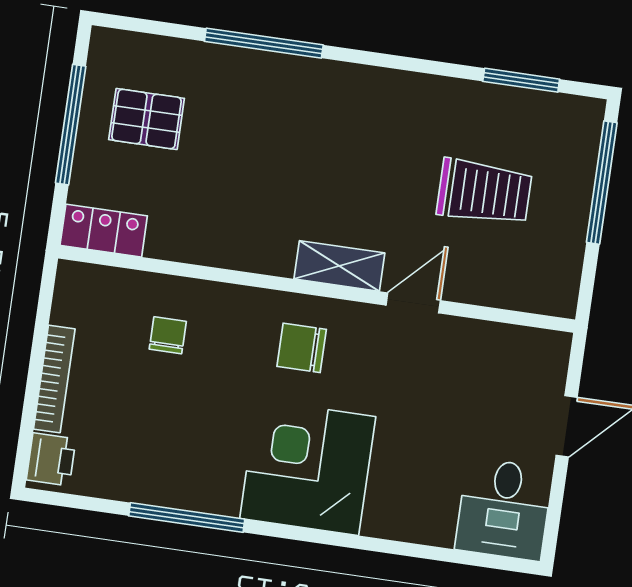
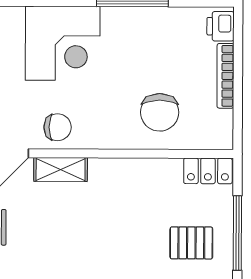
chair: (168, 335) -> (160, 112), width x1.87, depth x1.87
chair: (302, 348) -> (58, 127), moved

